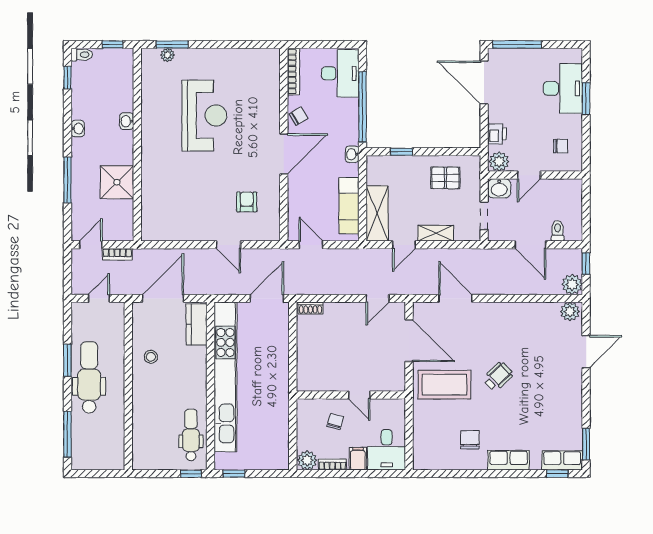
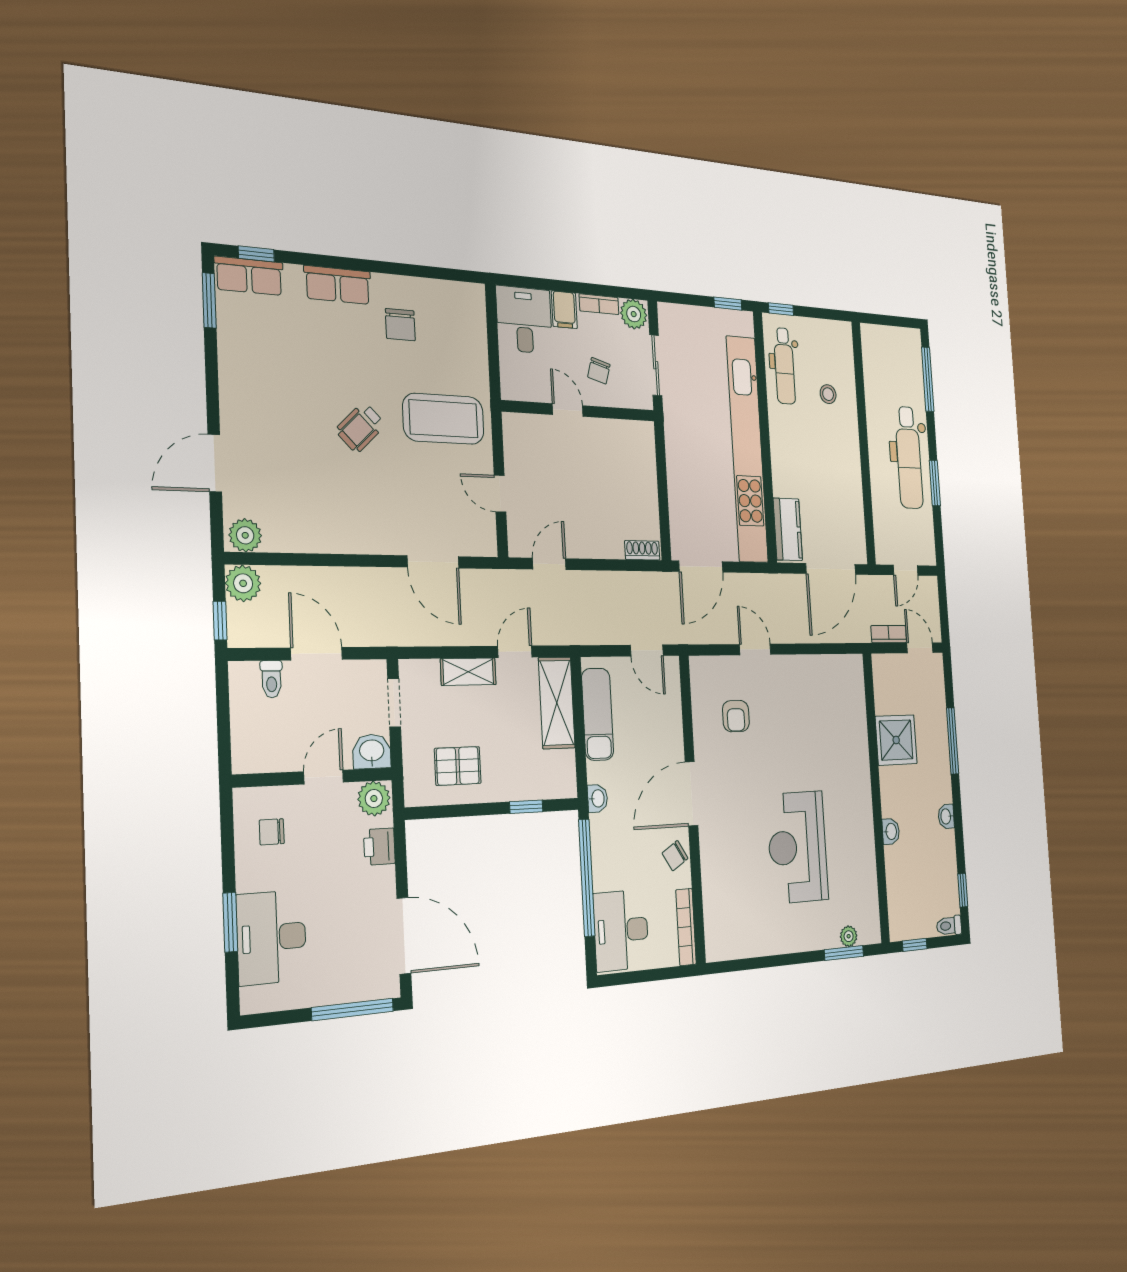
door: (91, 245) -> (920, 648), swing flipped
door: (409, 341) -> (500, 494), width x0.53
stool: (151, 357) -> (828, 394), moved
sliding door: (293, 428) -> (656, 365), added

